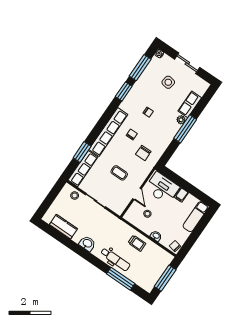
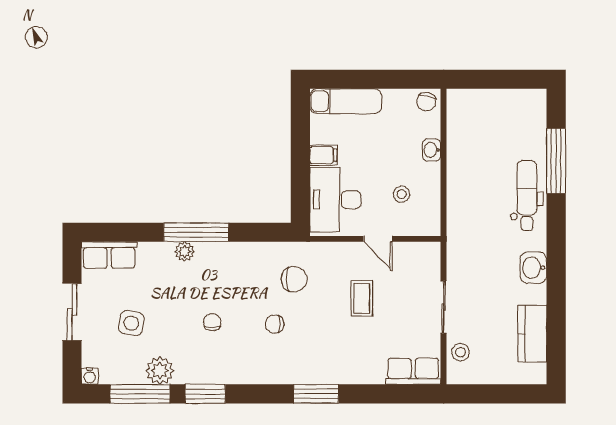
plant: (144, 81) -> (160, 371), added
row of seats: (190, 104) -> (109, 255), moved
row of seats: (108, 132) -> (300, 371), removed
window: (82, 152) -> (316, 394), moved
row of seats: (83, 169) -> (413, 371), width x0.68
door: (137, 194) -> (378, 239), swing flipped
trolley: (137, 243) -> (469, 176), removed
window: (165, 278) -> (499, 79), removed

